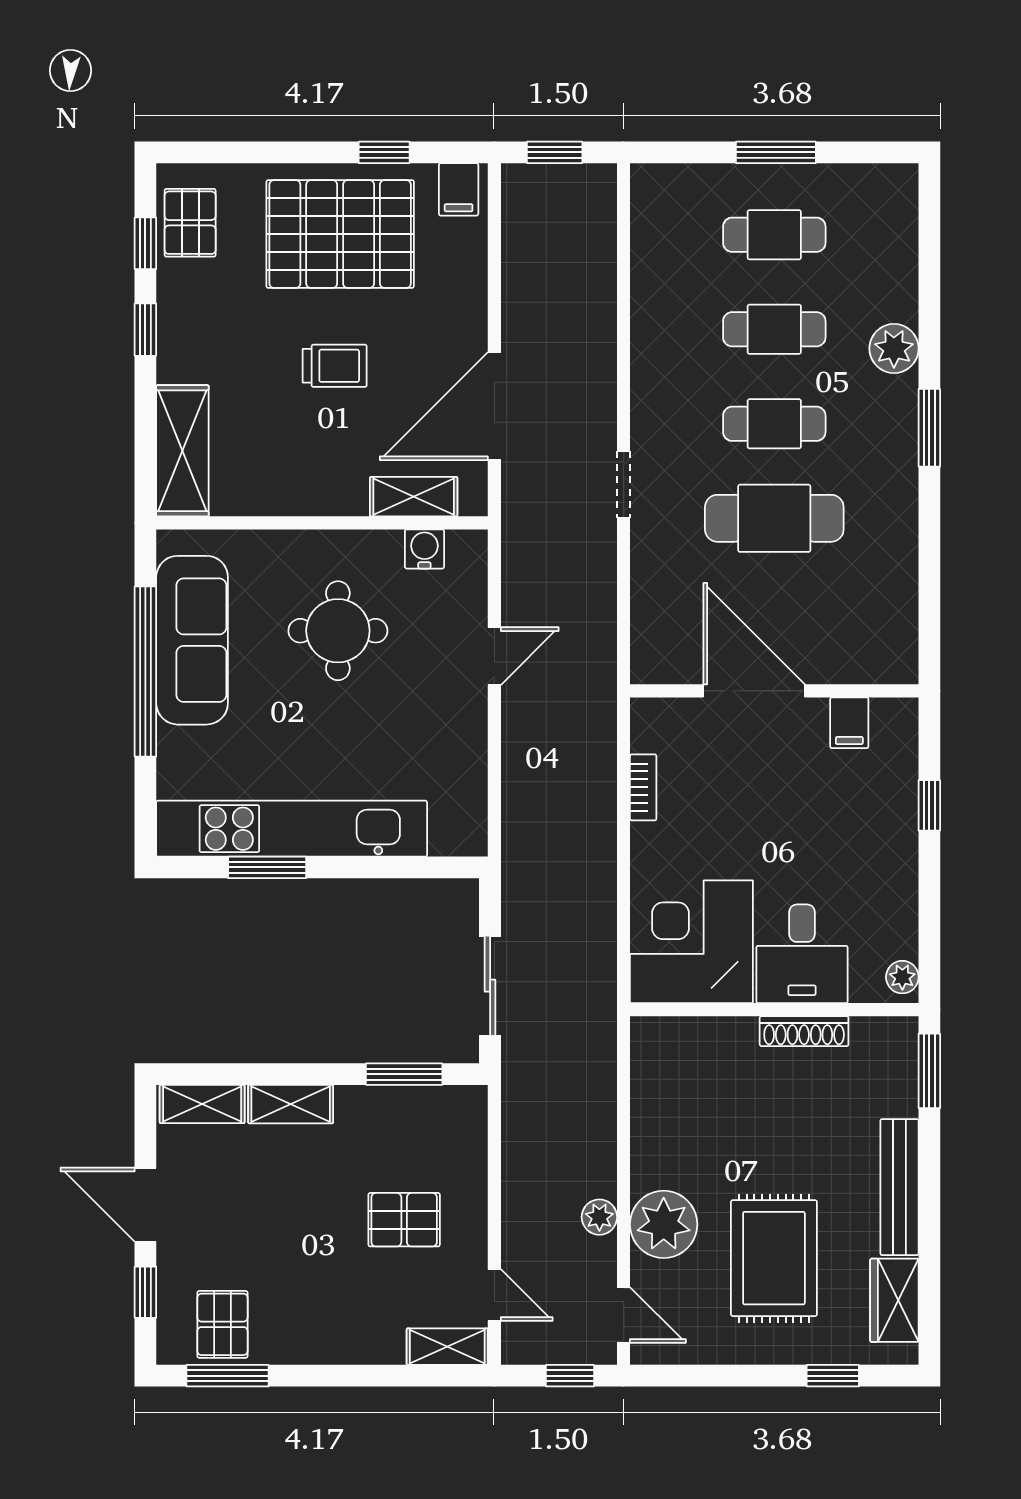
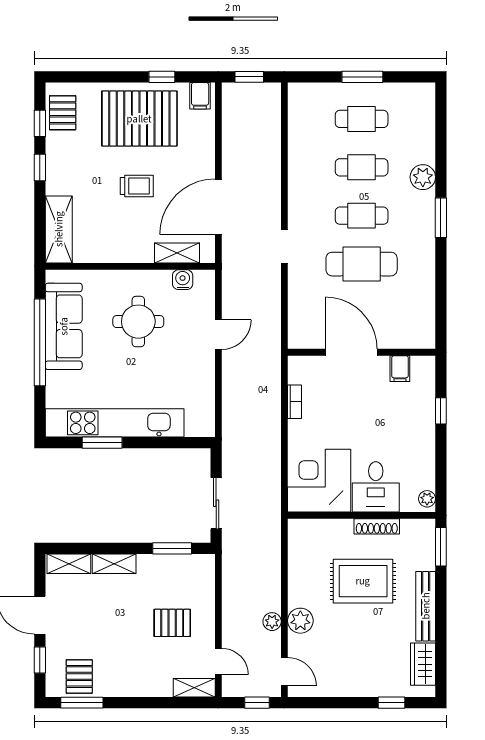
plant: (664, 1224) -> (300, 621), width x0.73, depth x0.73
rug: (774, 1258) -> (363, 581), moved, turned 90

